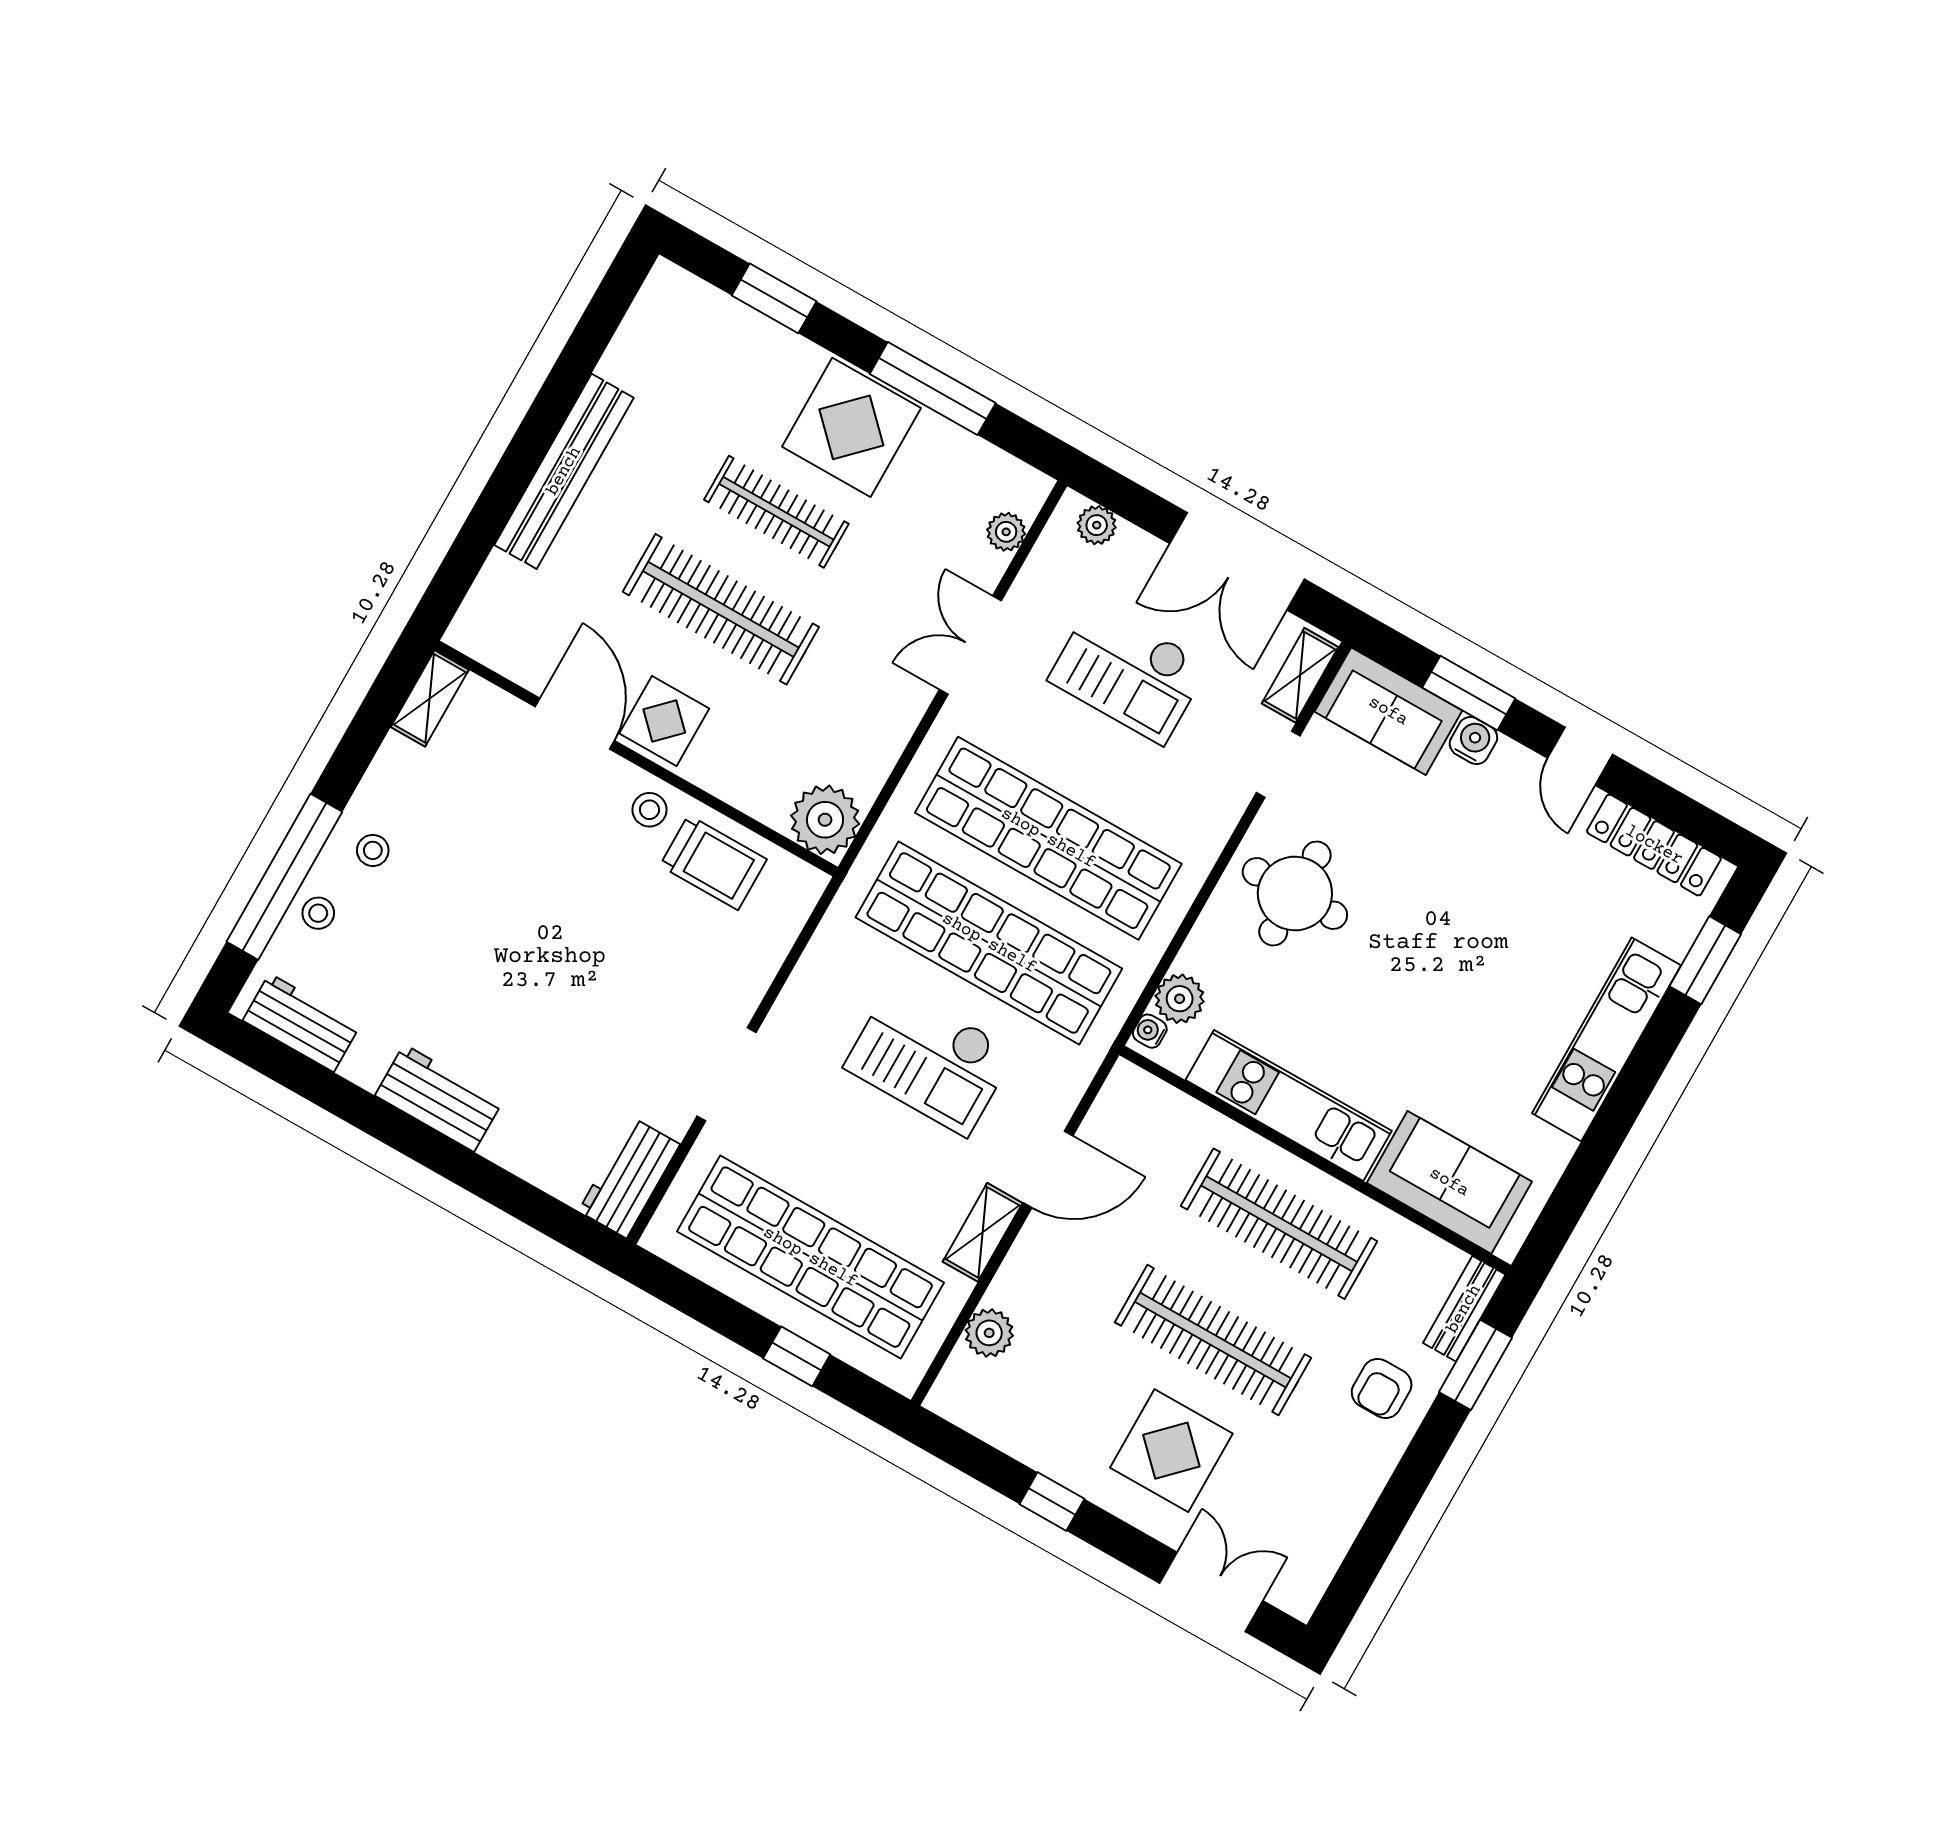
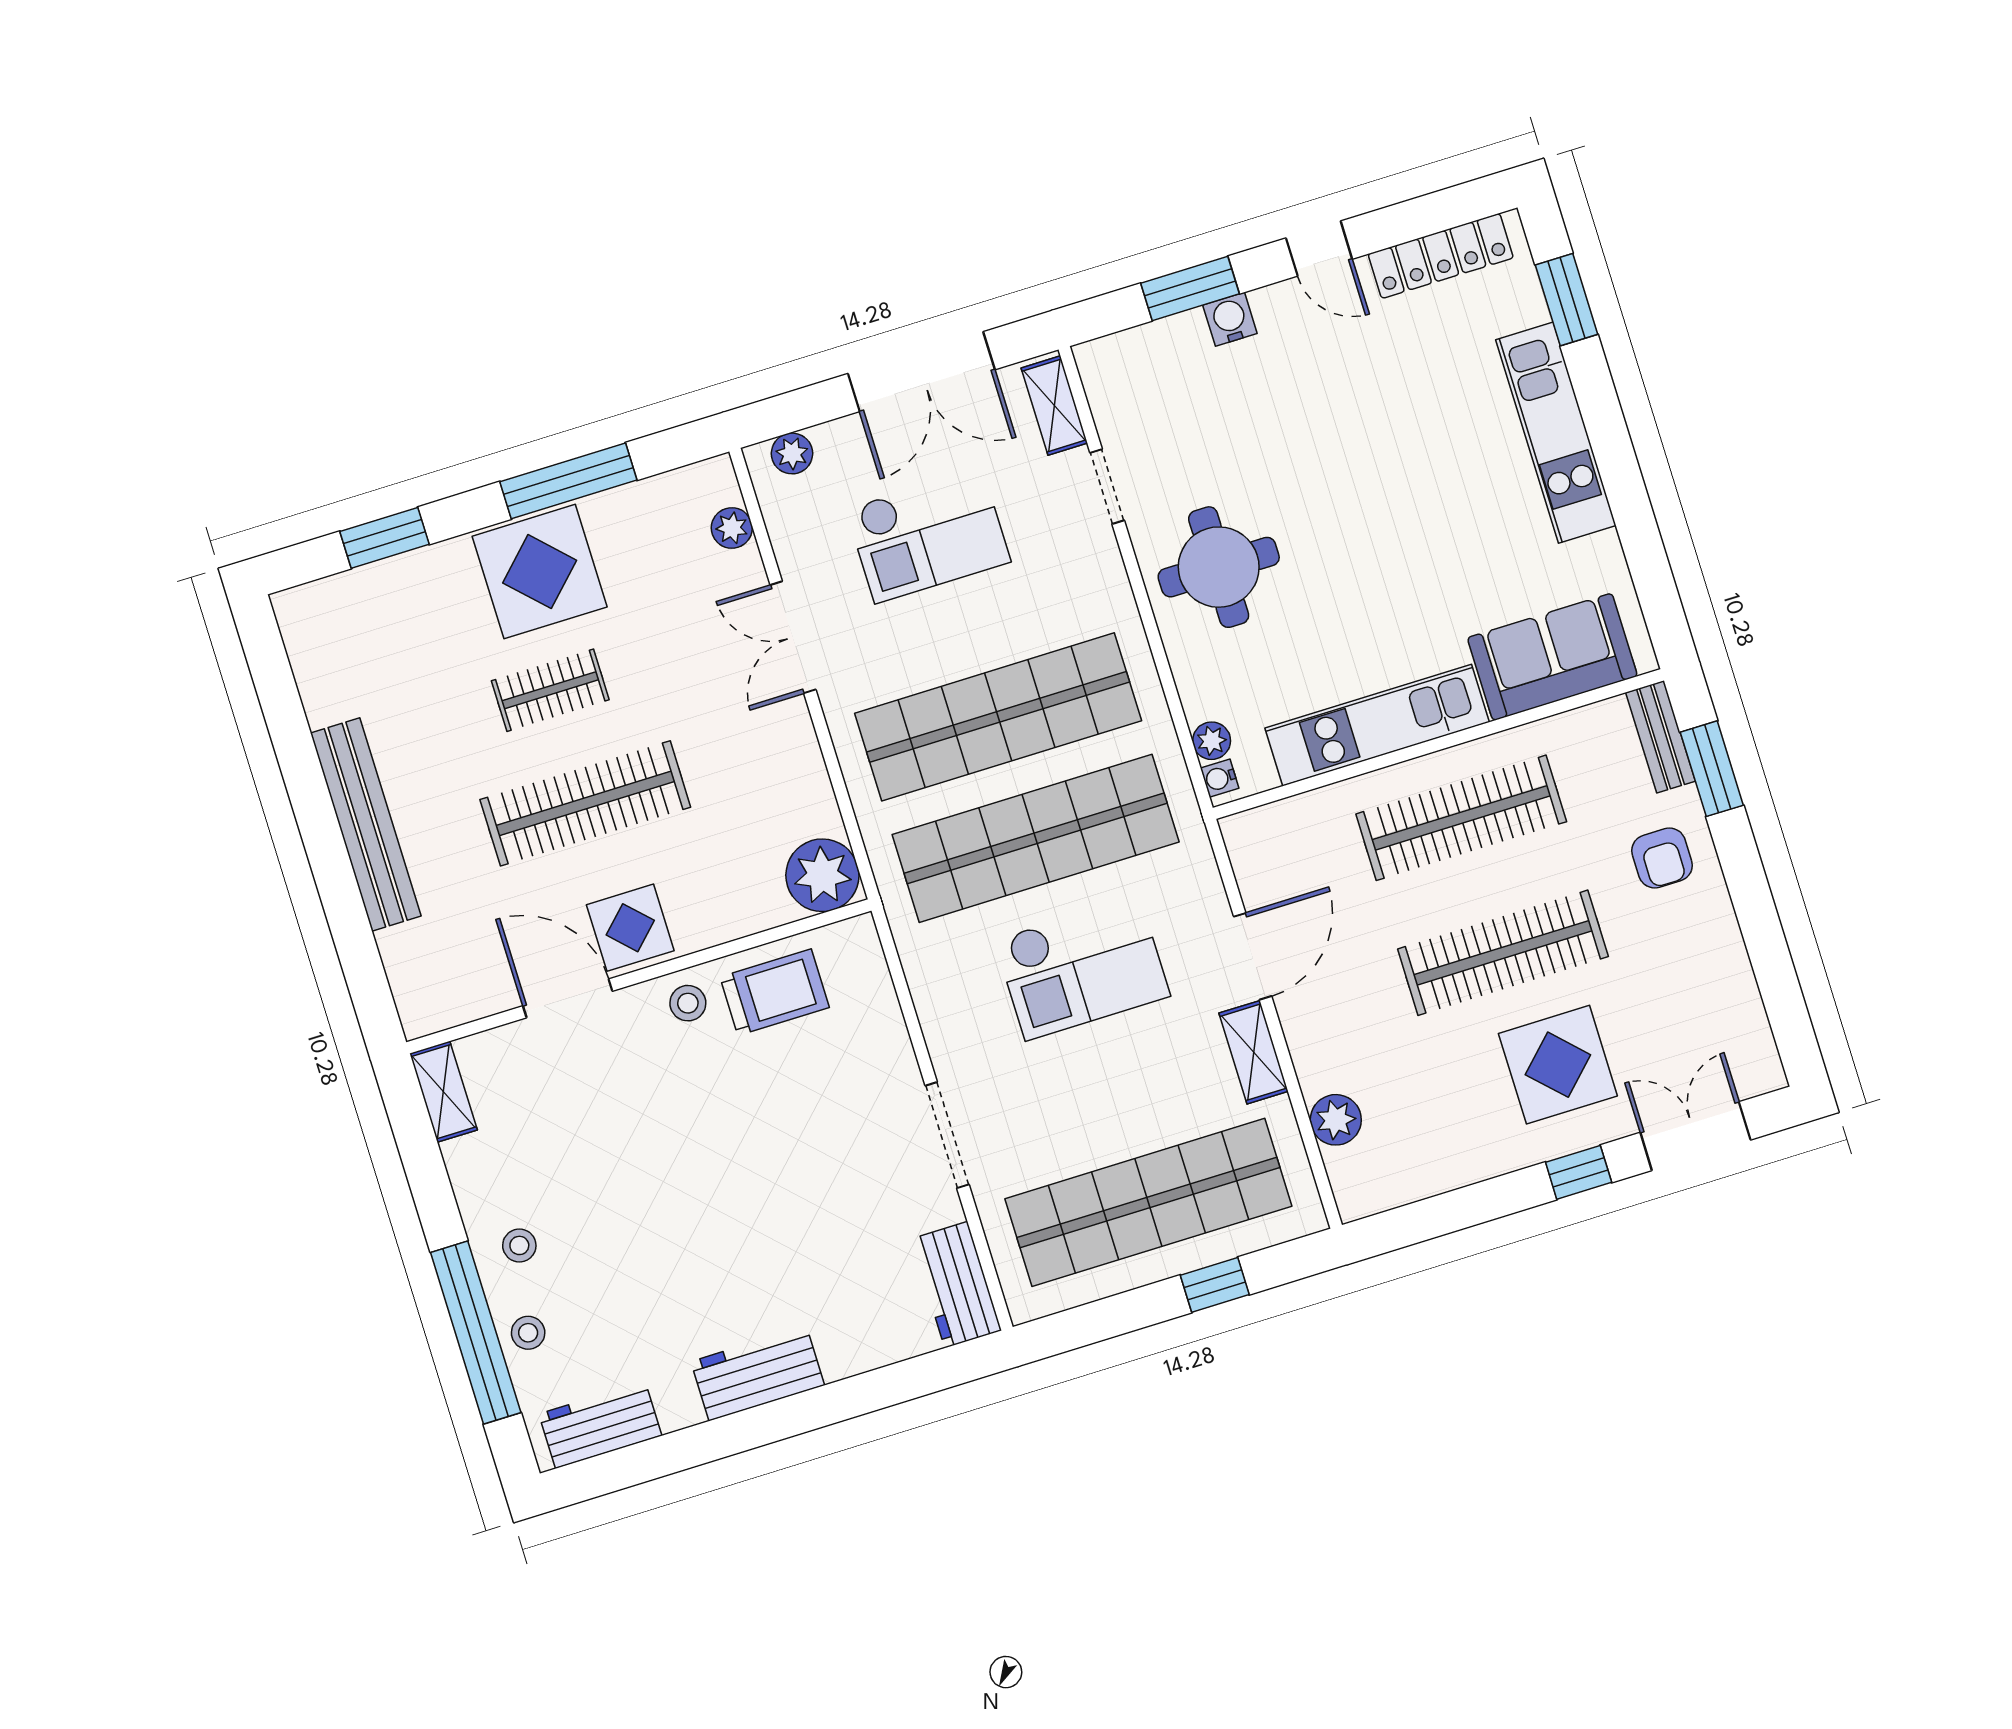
clothes rail: (776, 512) -> (550, 690), width x0.73
sofa: (1388, 711) -> (1146, 363), removed
plant: (1180, 999) -> (1212, 741), width x0.73, depth x0.73
window: (1052, 1501) -> (1579, 1172), moved

